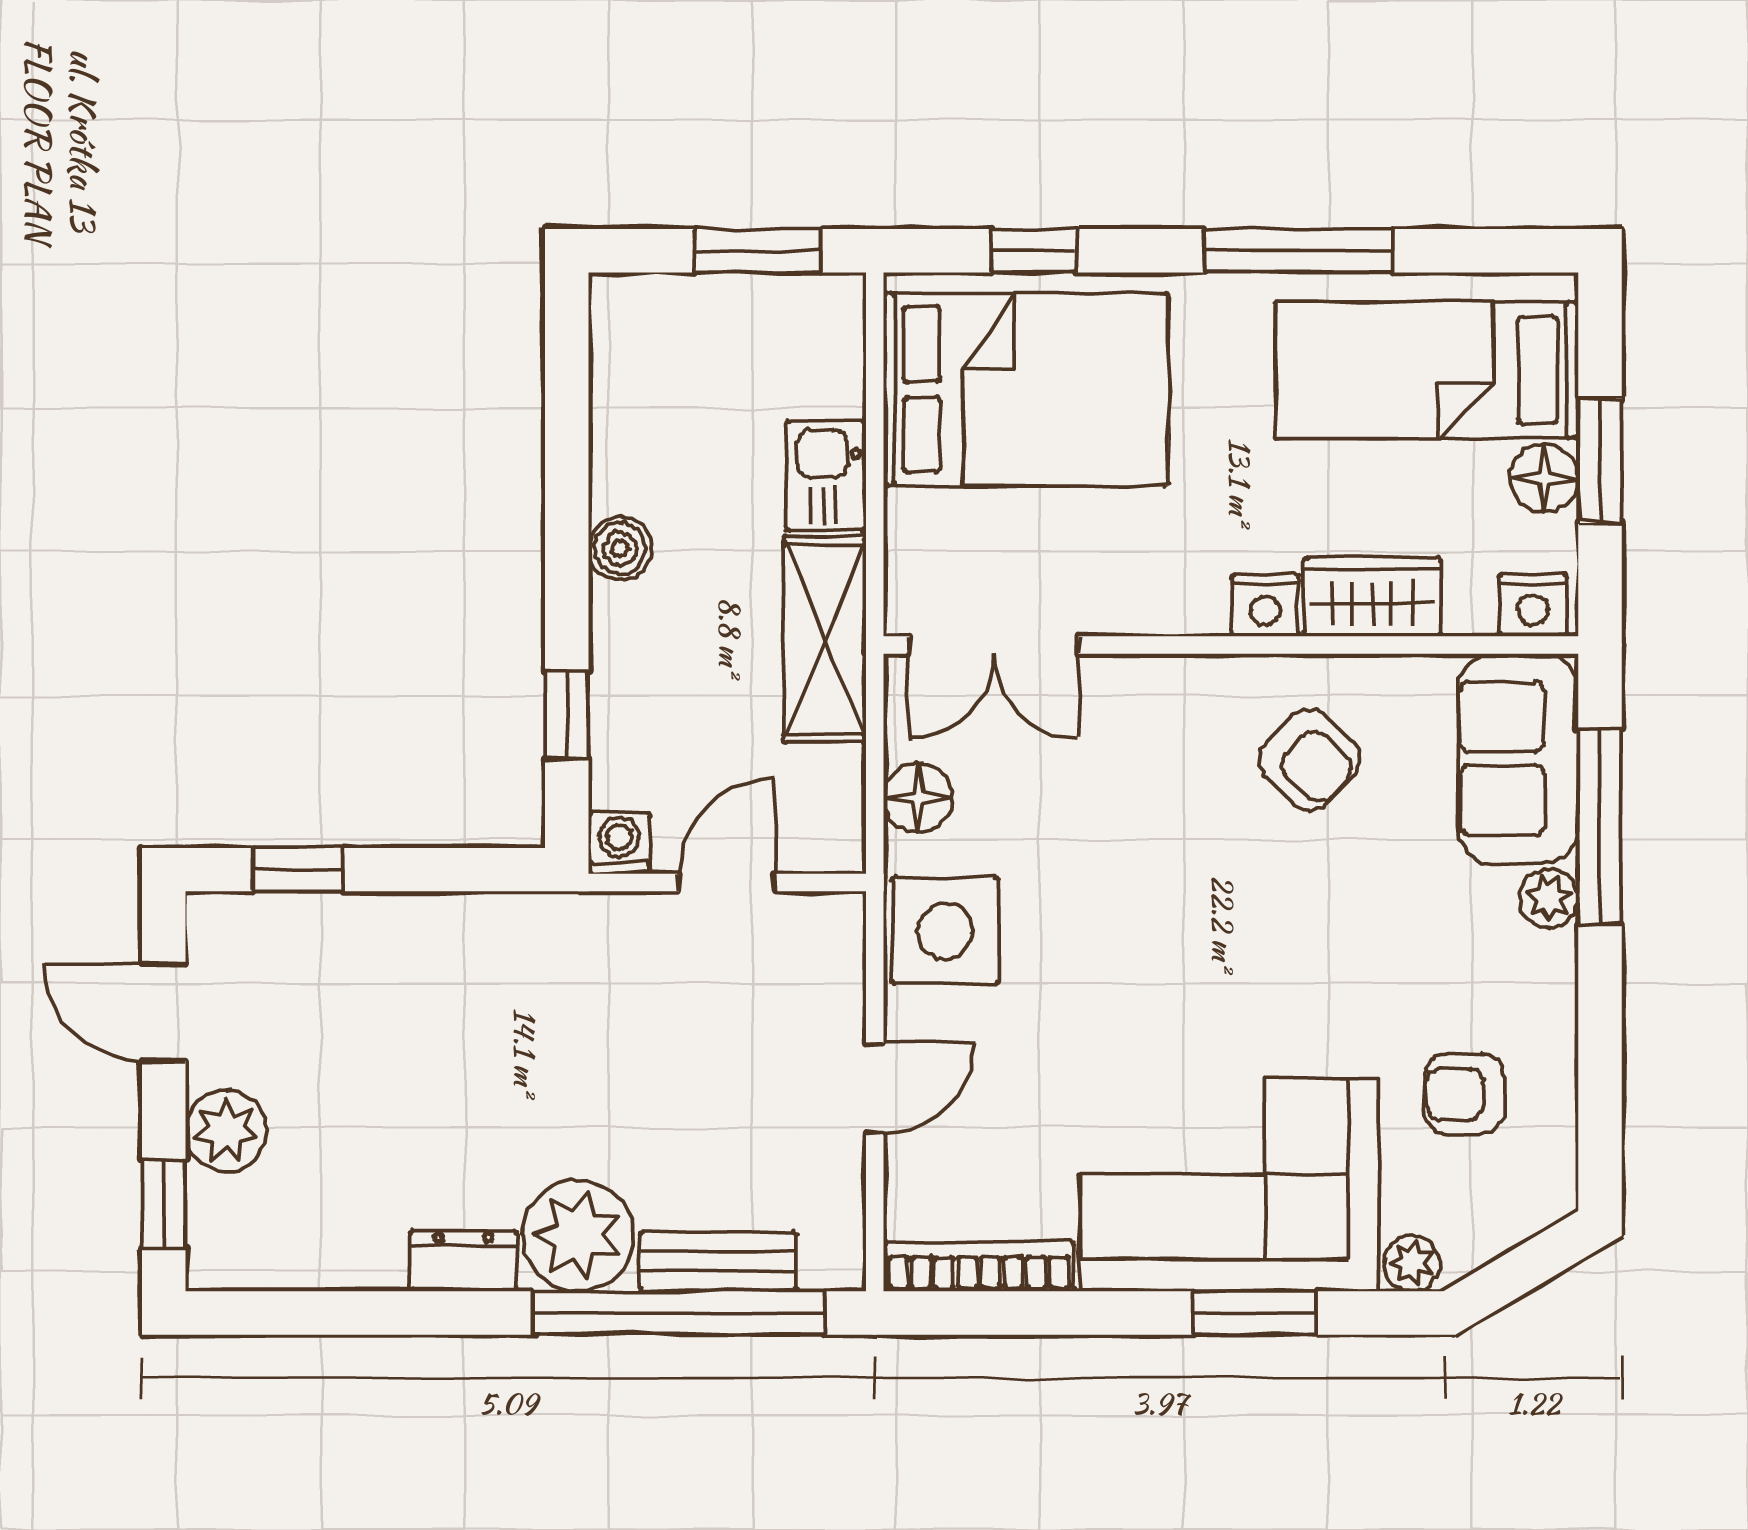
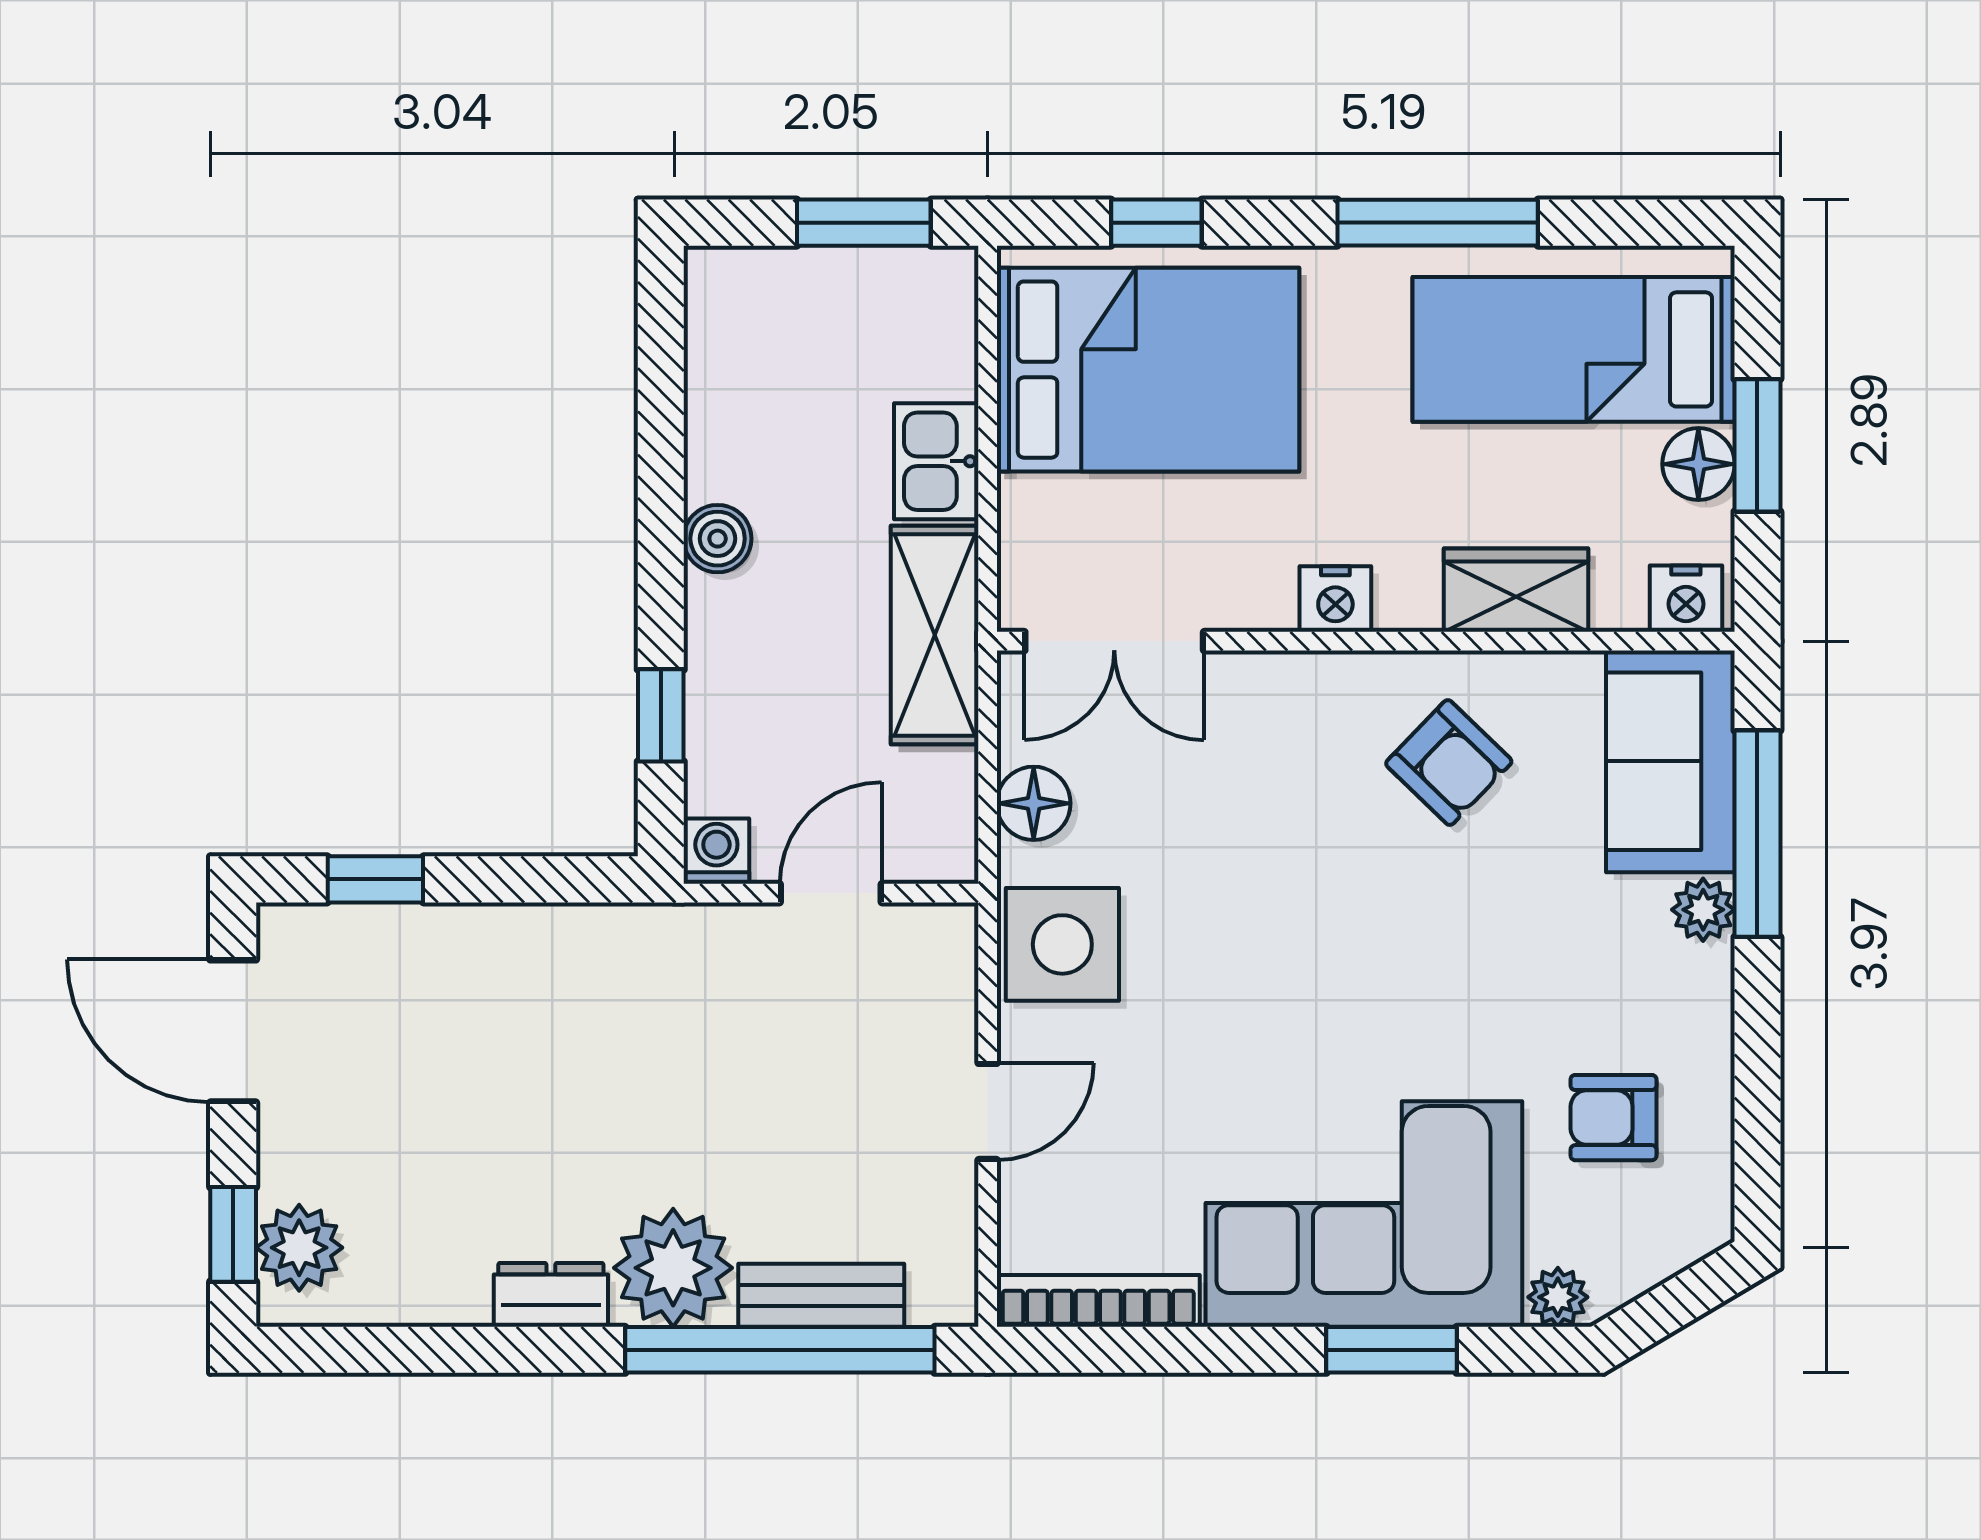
nightstand: (1265, 605) -> (1335, 599), moved
door: (164, 1012) -> (233, 1031), width x1.38
plant: (226, 1131) -> (299, 1248), moved

